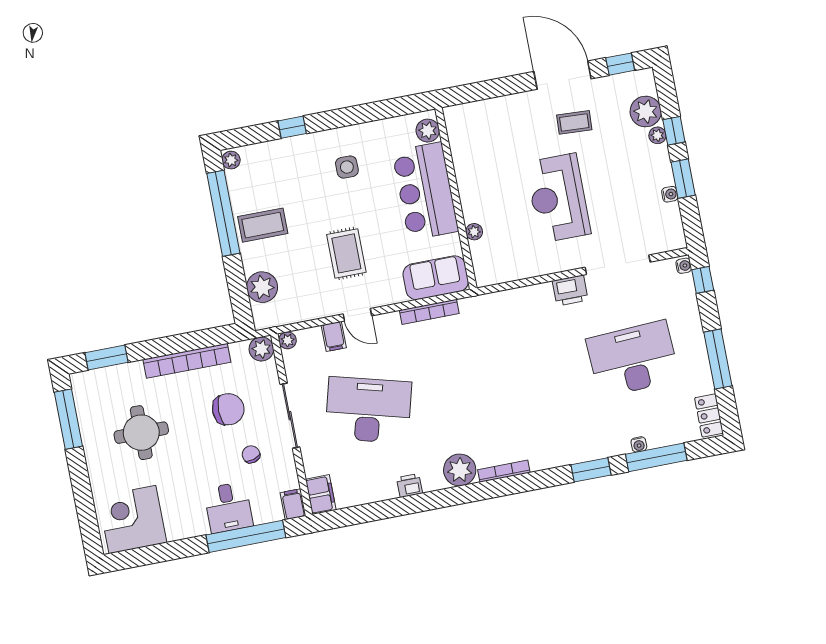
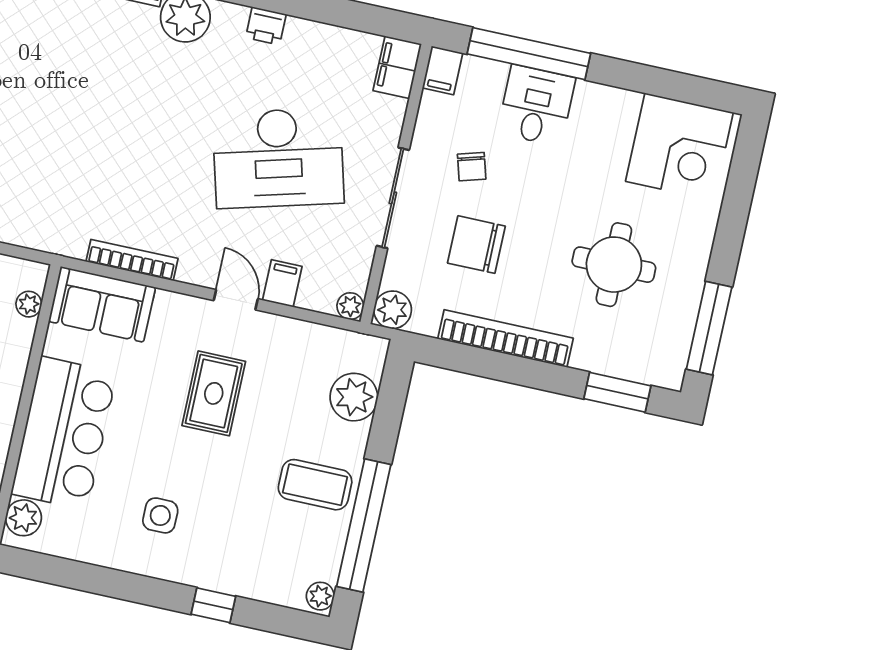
plant: (474, 232) -> (29, 304), moved
desk: (368, 410) -> (278, 158), turned -30

